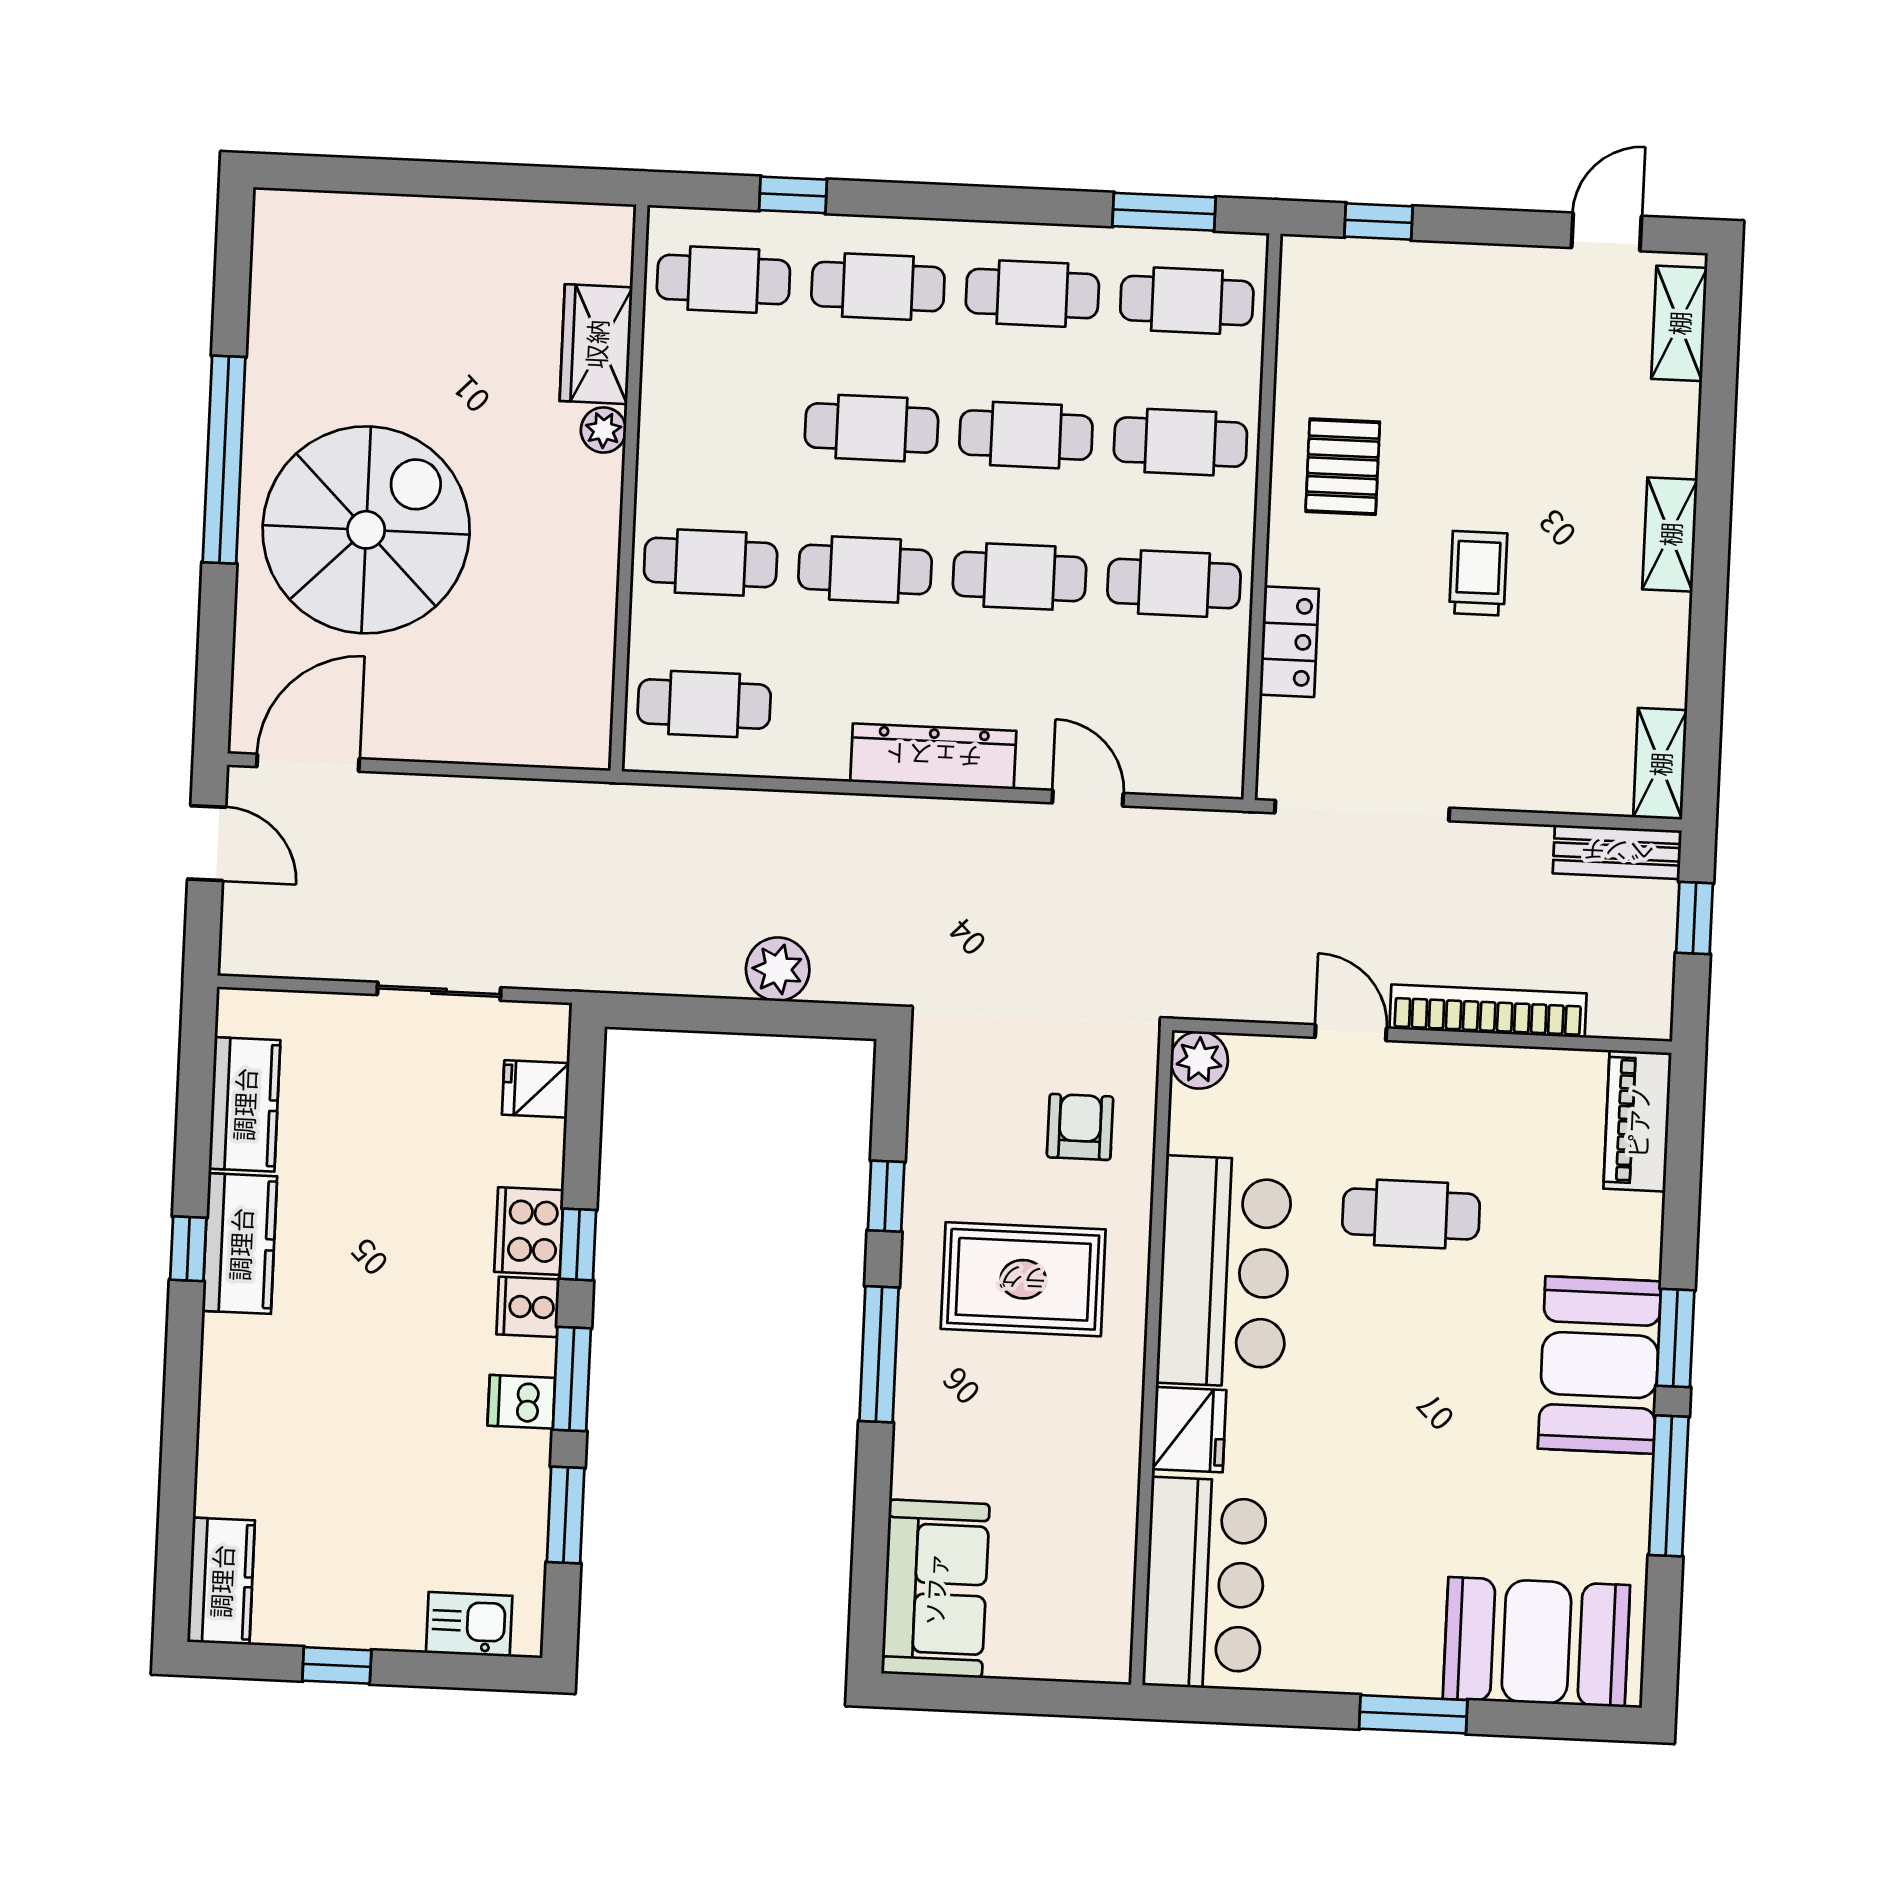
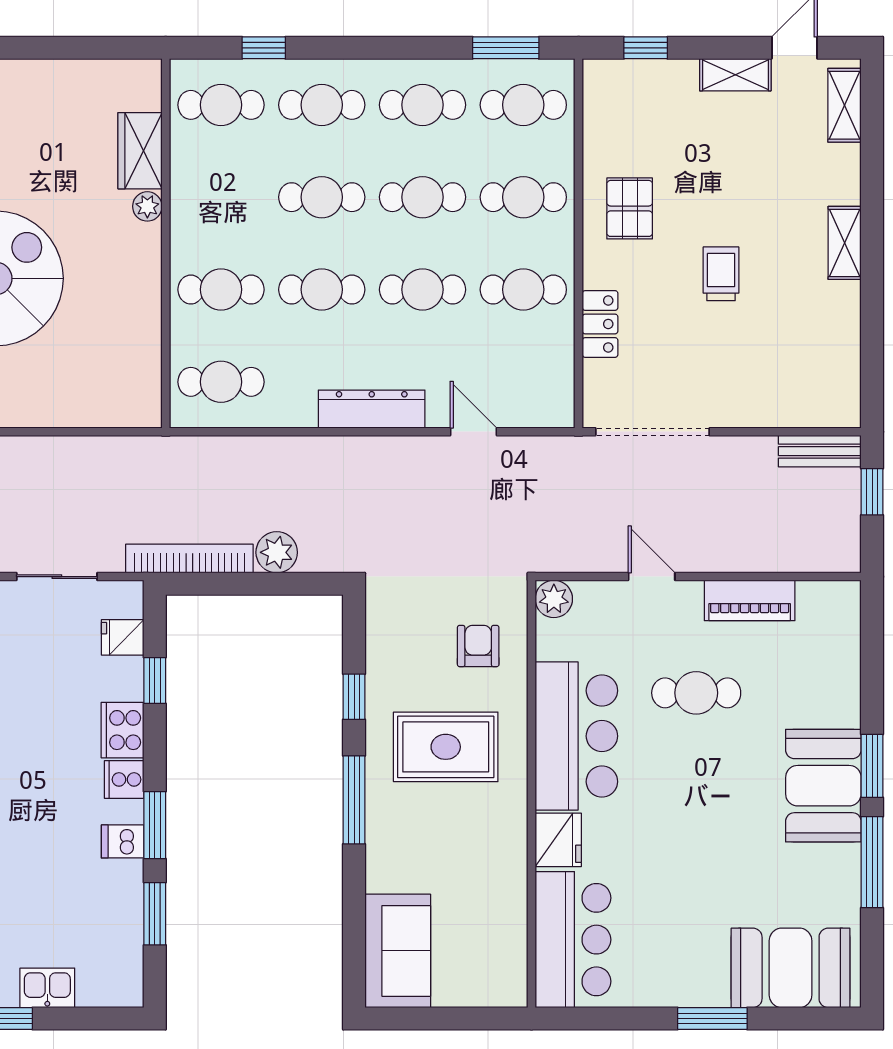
shelving: (1660, 764) -> (735, 75), moved, turned 90
bookcase: (1488, 1011) -> (189, 559), moved
piano: (1638, 1121) -> (750, 600), moved, turned -90
window: (578, 1244) -> (155, 680), moved
kitchen sink: (469, 1624) -> (47, 988), moved

